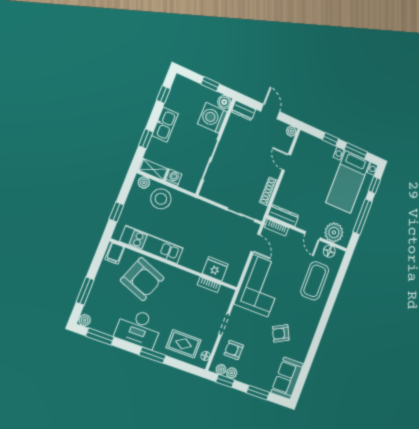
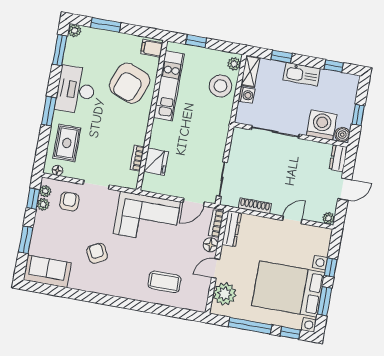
bed with nightstands: (348, 182) -> (288, 289), width x1.36
floor lamp: (329, 251) -> (211, 245), moved
coffee table: (315, 281) -> (164, 282), width x0.73, depth x0.76

